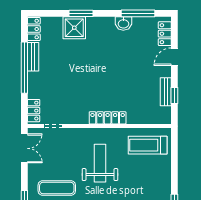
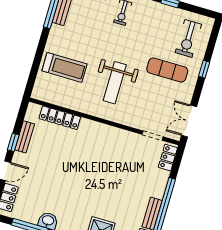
window: (174, 95) -> (13, 142), moved
locker: (108, 118) -> (60, 118), moved
treadmill: (148, 145) -> (64, 67), moved

